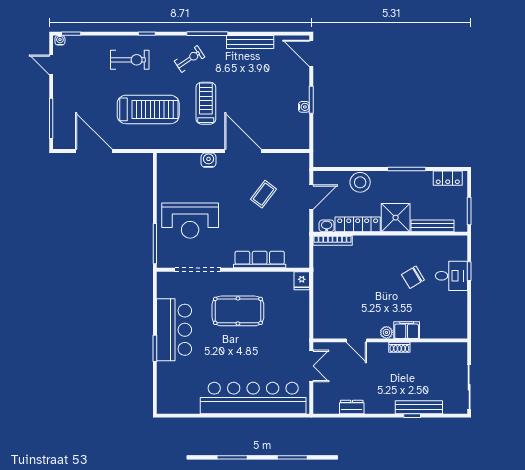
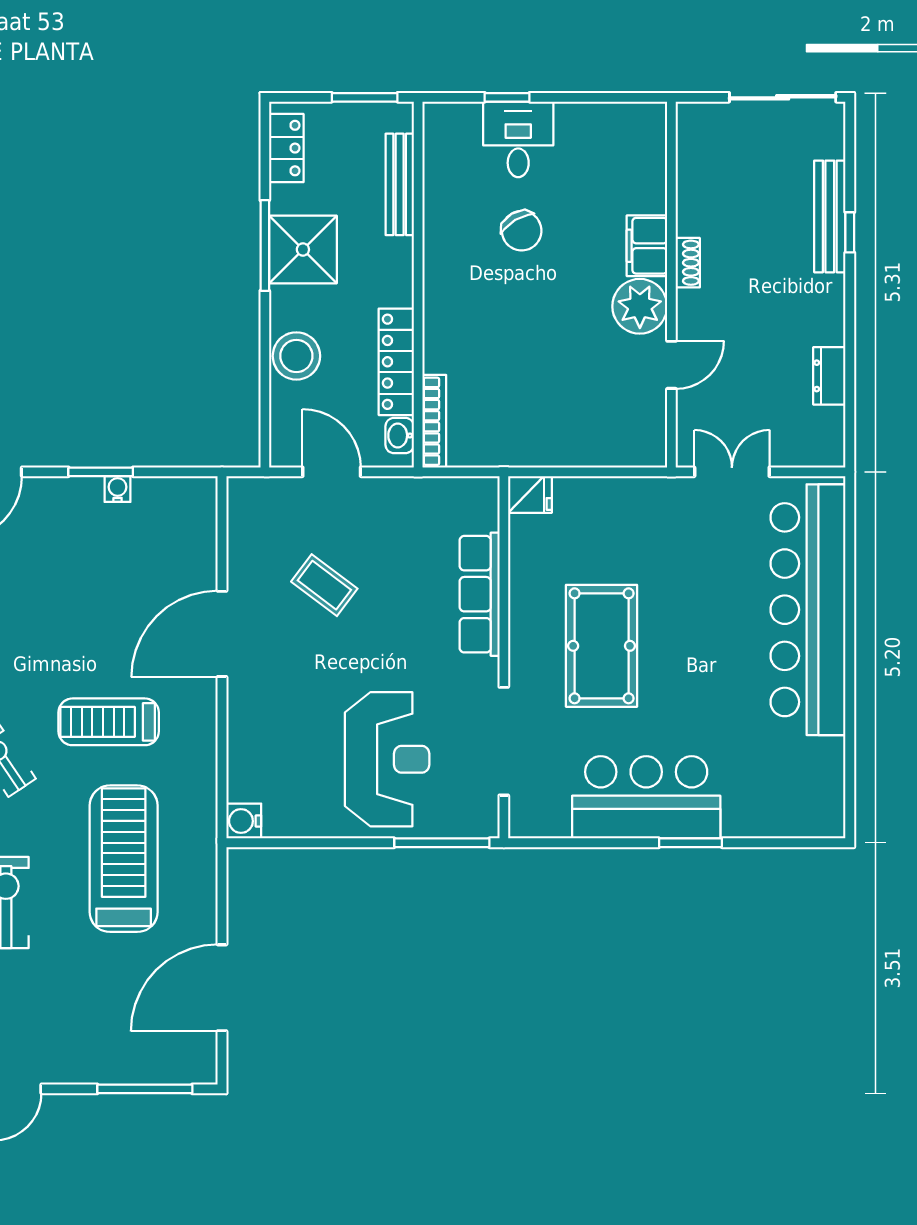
water cooler: (209, 160) -> (244, 821), moved
shower: (396, 218) -> (303, 250), moved
plant: (386, 332) -> (640, 306), width x1.88, depth x1.88

